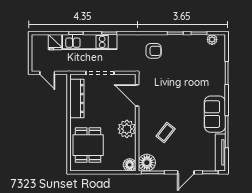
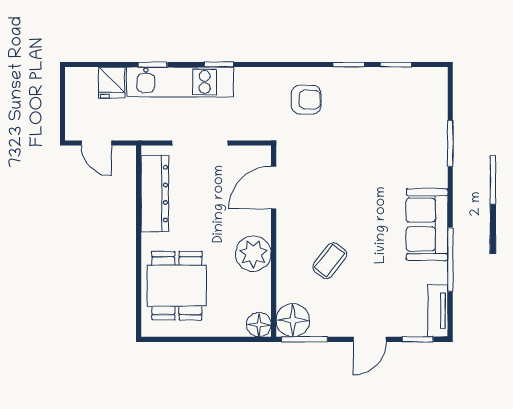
plant: (212, 40) -> (422, 77), removed
door: (137, 95) -> (274, 188), hinge flipped
tv unit: (220, 152) -> (438, 311), width x0.71

